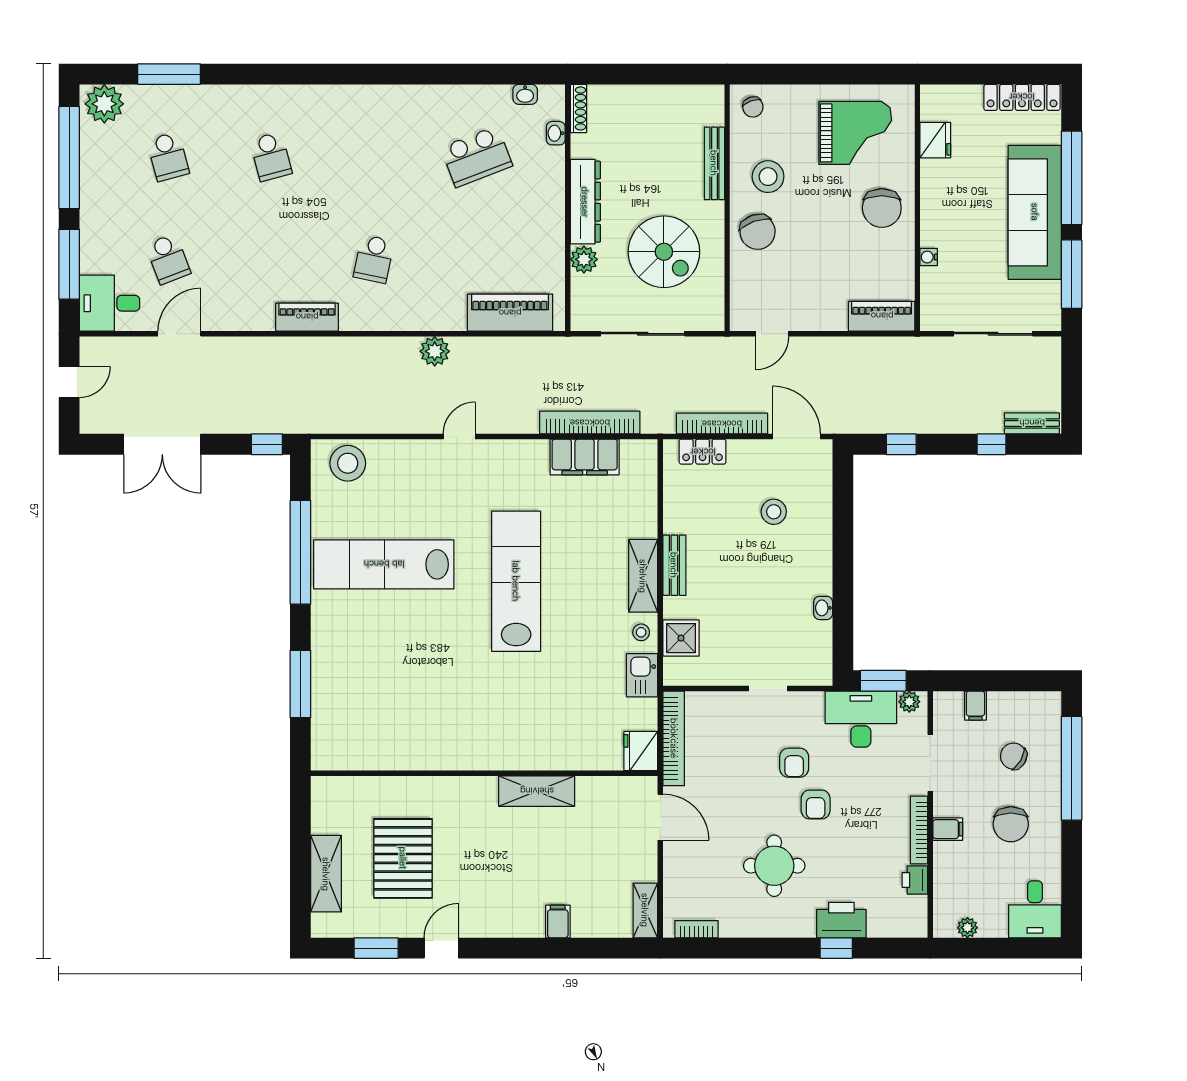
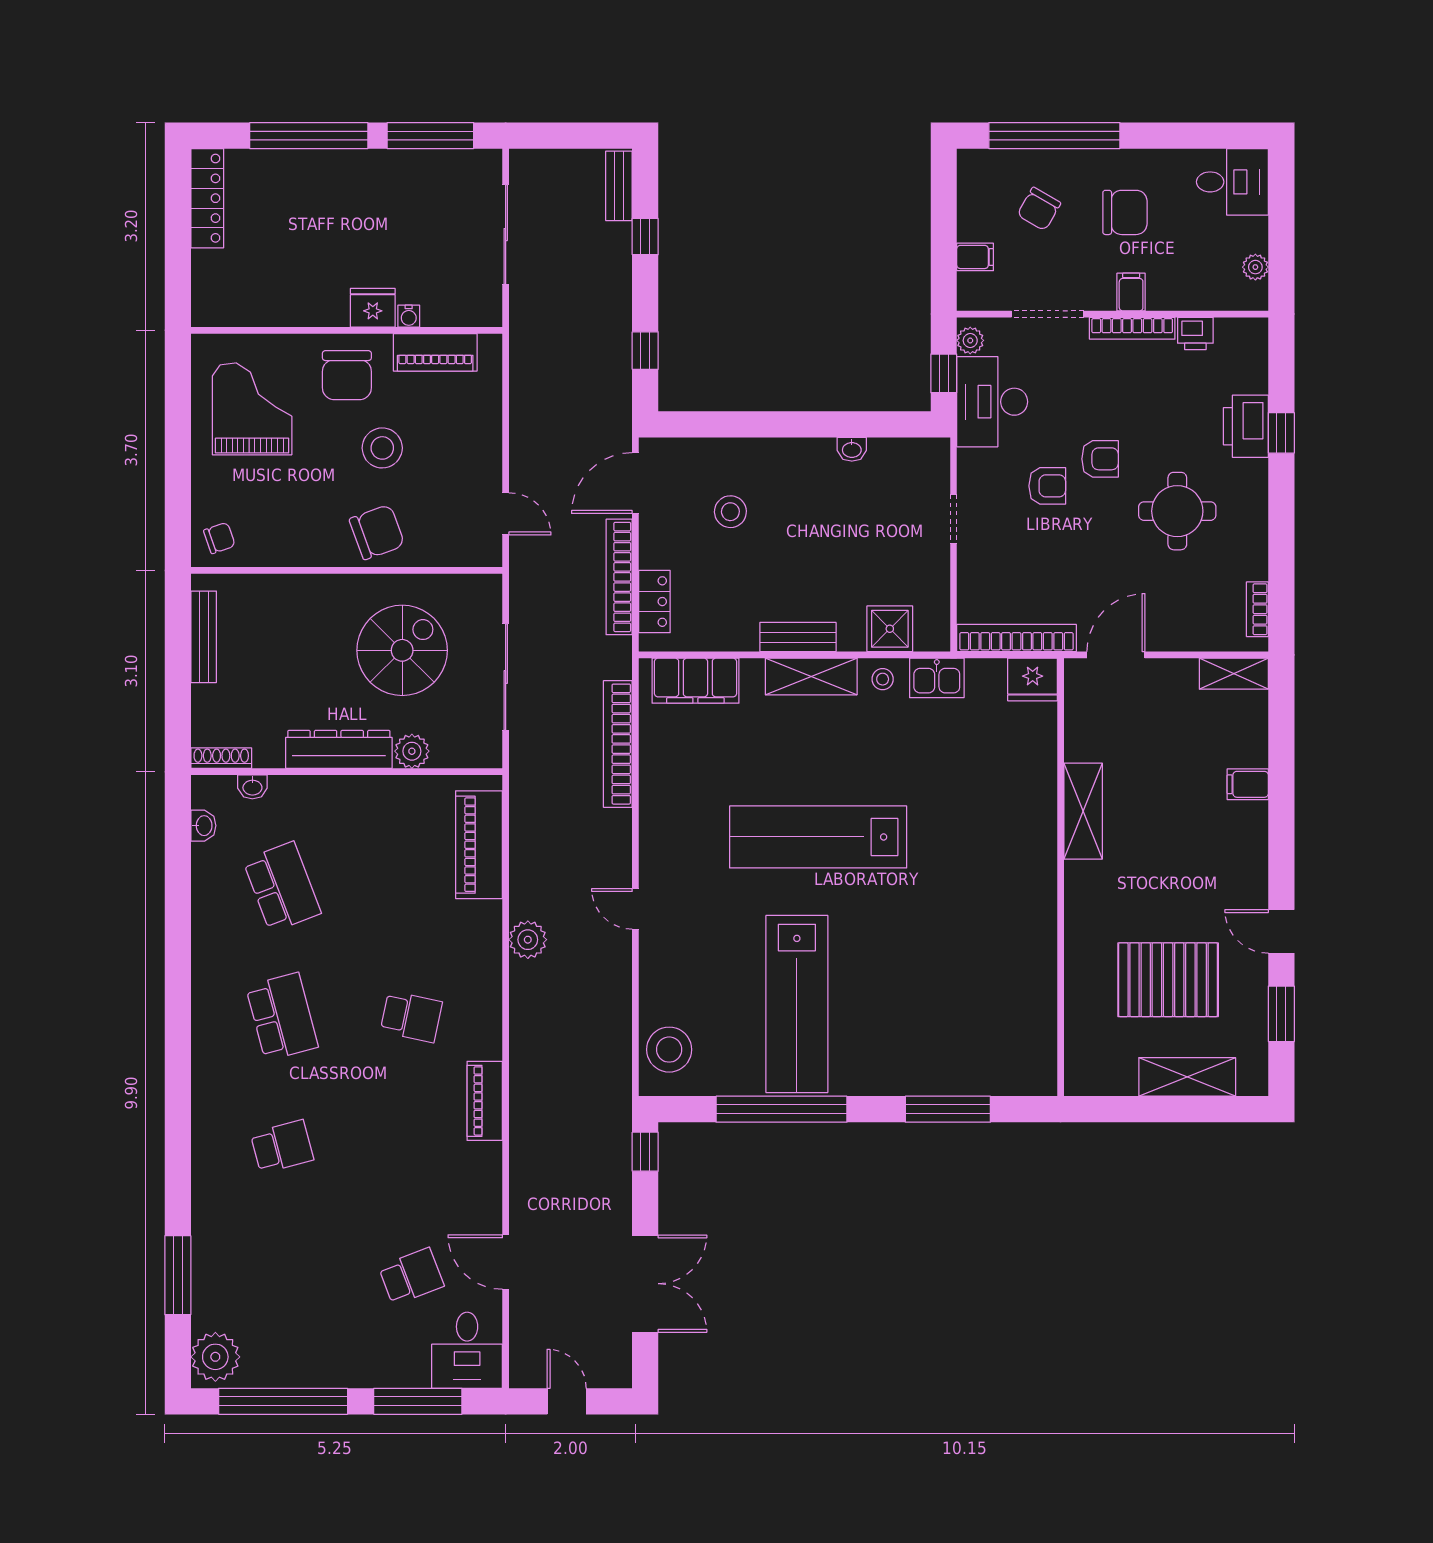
fridge: (935, 140) -> (373, 308), moved
school desk: (168, 157) -> (282, 1017), moved, width x1.85
bench: (714, 163) -> (204, 637), moved, turned 90
stool: (768, 177) -> (382, 448), moved
chair: (882, 208) -> (347, 375), turned 90
sofa: (1035, 212) -> (352, 182), removed
piano: (882, 316) -> (435, 352), moved, turned -90
filing cabinet: (585, 457) -> (695, 681), moved, turned 90
window: (883, 681) -> (944, 373), width x0.67

